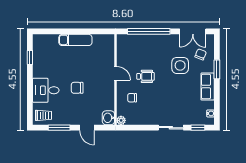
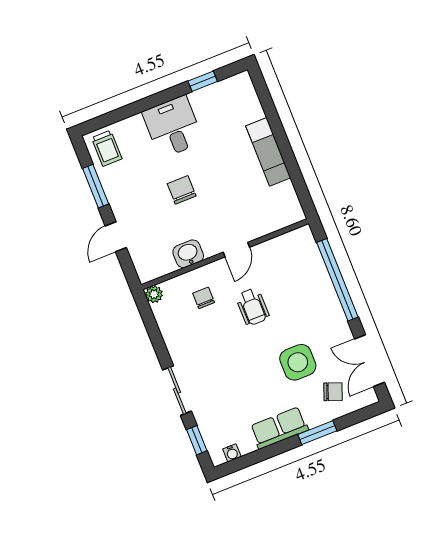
desk: (46, 90) -> (173, 127), moved
washbasin: (108, 118) -> (188, 254), moved

